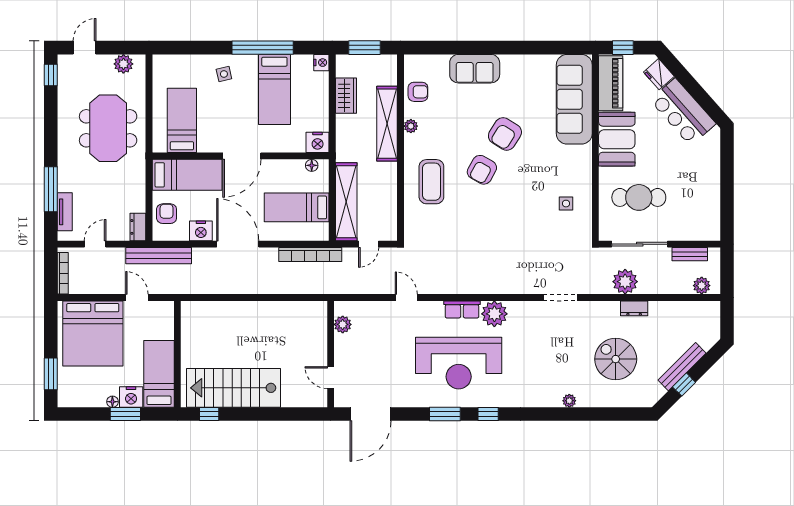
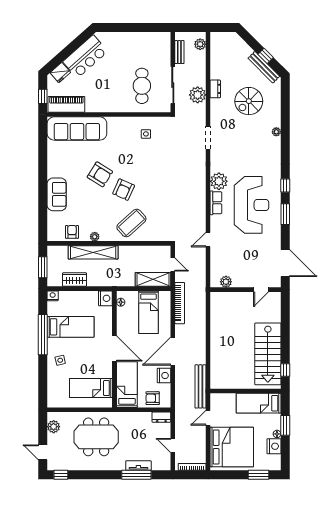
booth: (617, 139) -> (103, 100), removed
armchair: (482, 170) -> (124, 190), turned 85
coffee table: (431, 182) -> (131, 223), turned -42
shelving: (346, 202) -> (153, 279), width x0.68
tv unit: (65, 212) -> (138, 466), moved
bench: (159, 256) -> (200, 386), moved
bench: (682, 367) -> (264, 67), moved
nightstand: (131, 397) -> (274, 446), moved

